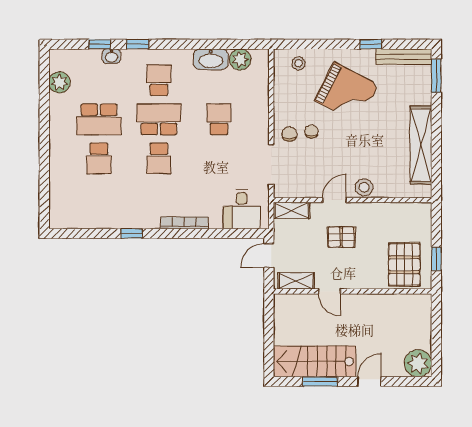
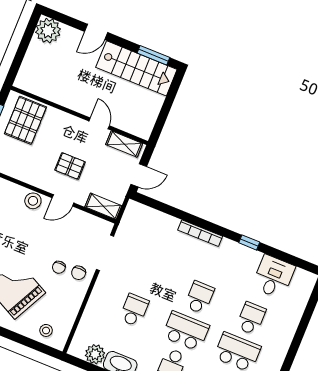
school desk: (159, 119) -> (186, 331), turned 180
school desk: (219, 119) -> (134, 310), turned 180
desk: (242, 209) -> (274, 277), moved
window: (320, 381) -> (153, 55), moved

